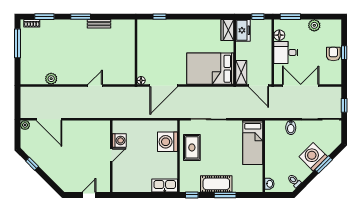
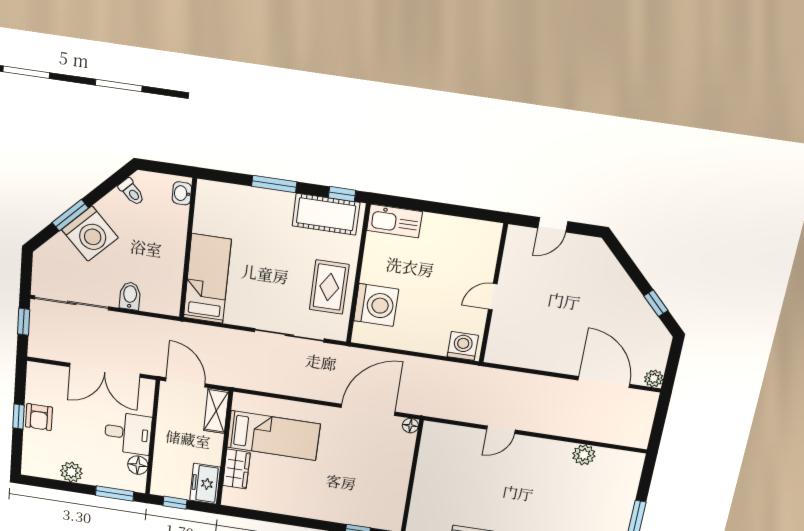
wardrobe: (227, 30) -> (236, 469), moved
bed: (210, 69) -> (273, 436), width x0.67
washing machine: (119, 140) -> (463, 346), moved, turned 90
cot: (216, 184) -> (326, 214), moved

